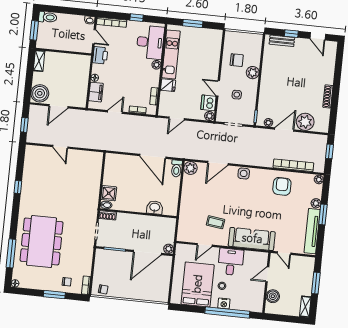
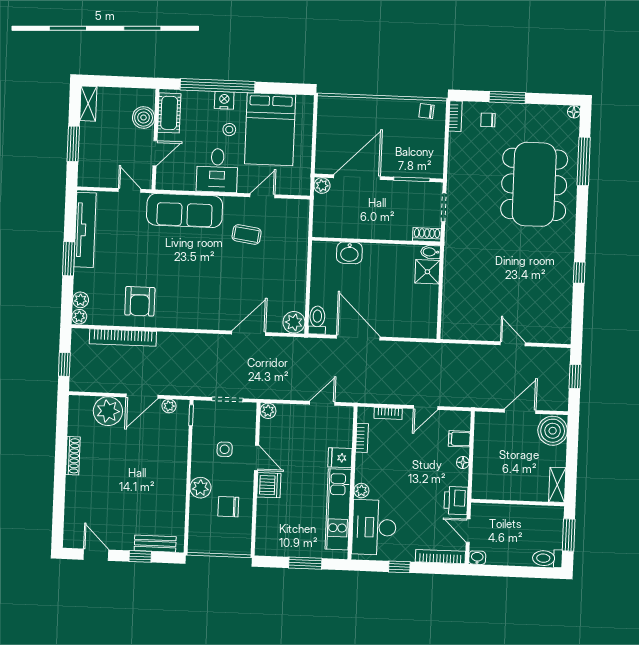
filing cabinet: (96, 92) -> (459, 439), width x0.50
dishwasher: (208, 103) -> (269, 485), moved
side table: (244, 173) -> (205, 319), removed
plant: (316, 203) -> (80, 300), moved
cot: (257, 298) -> (169, 113), added

